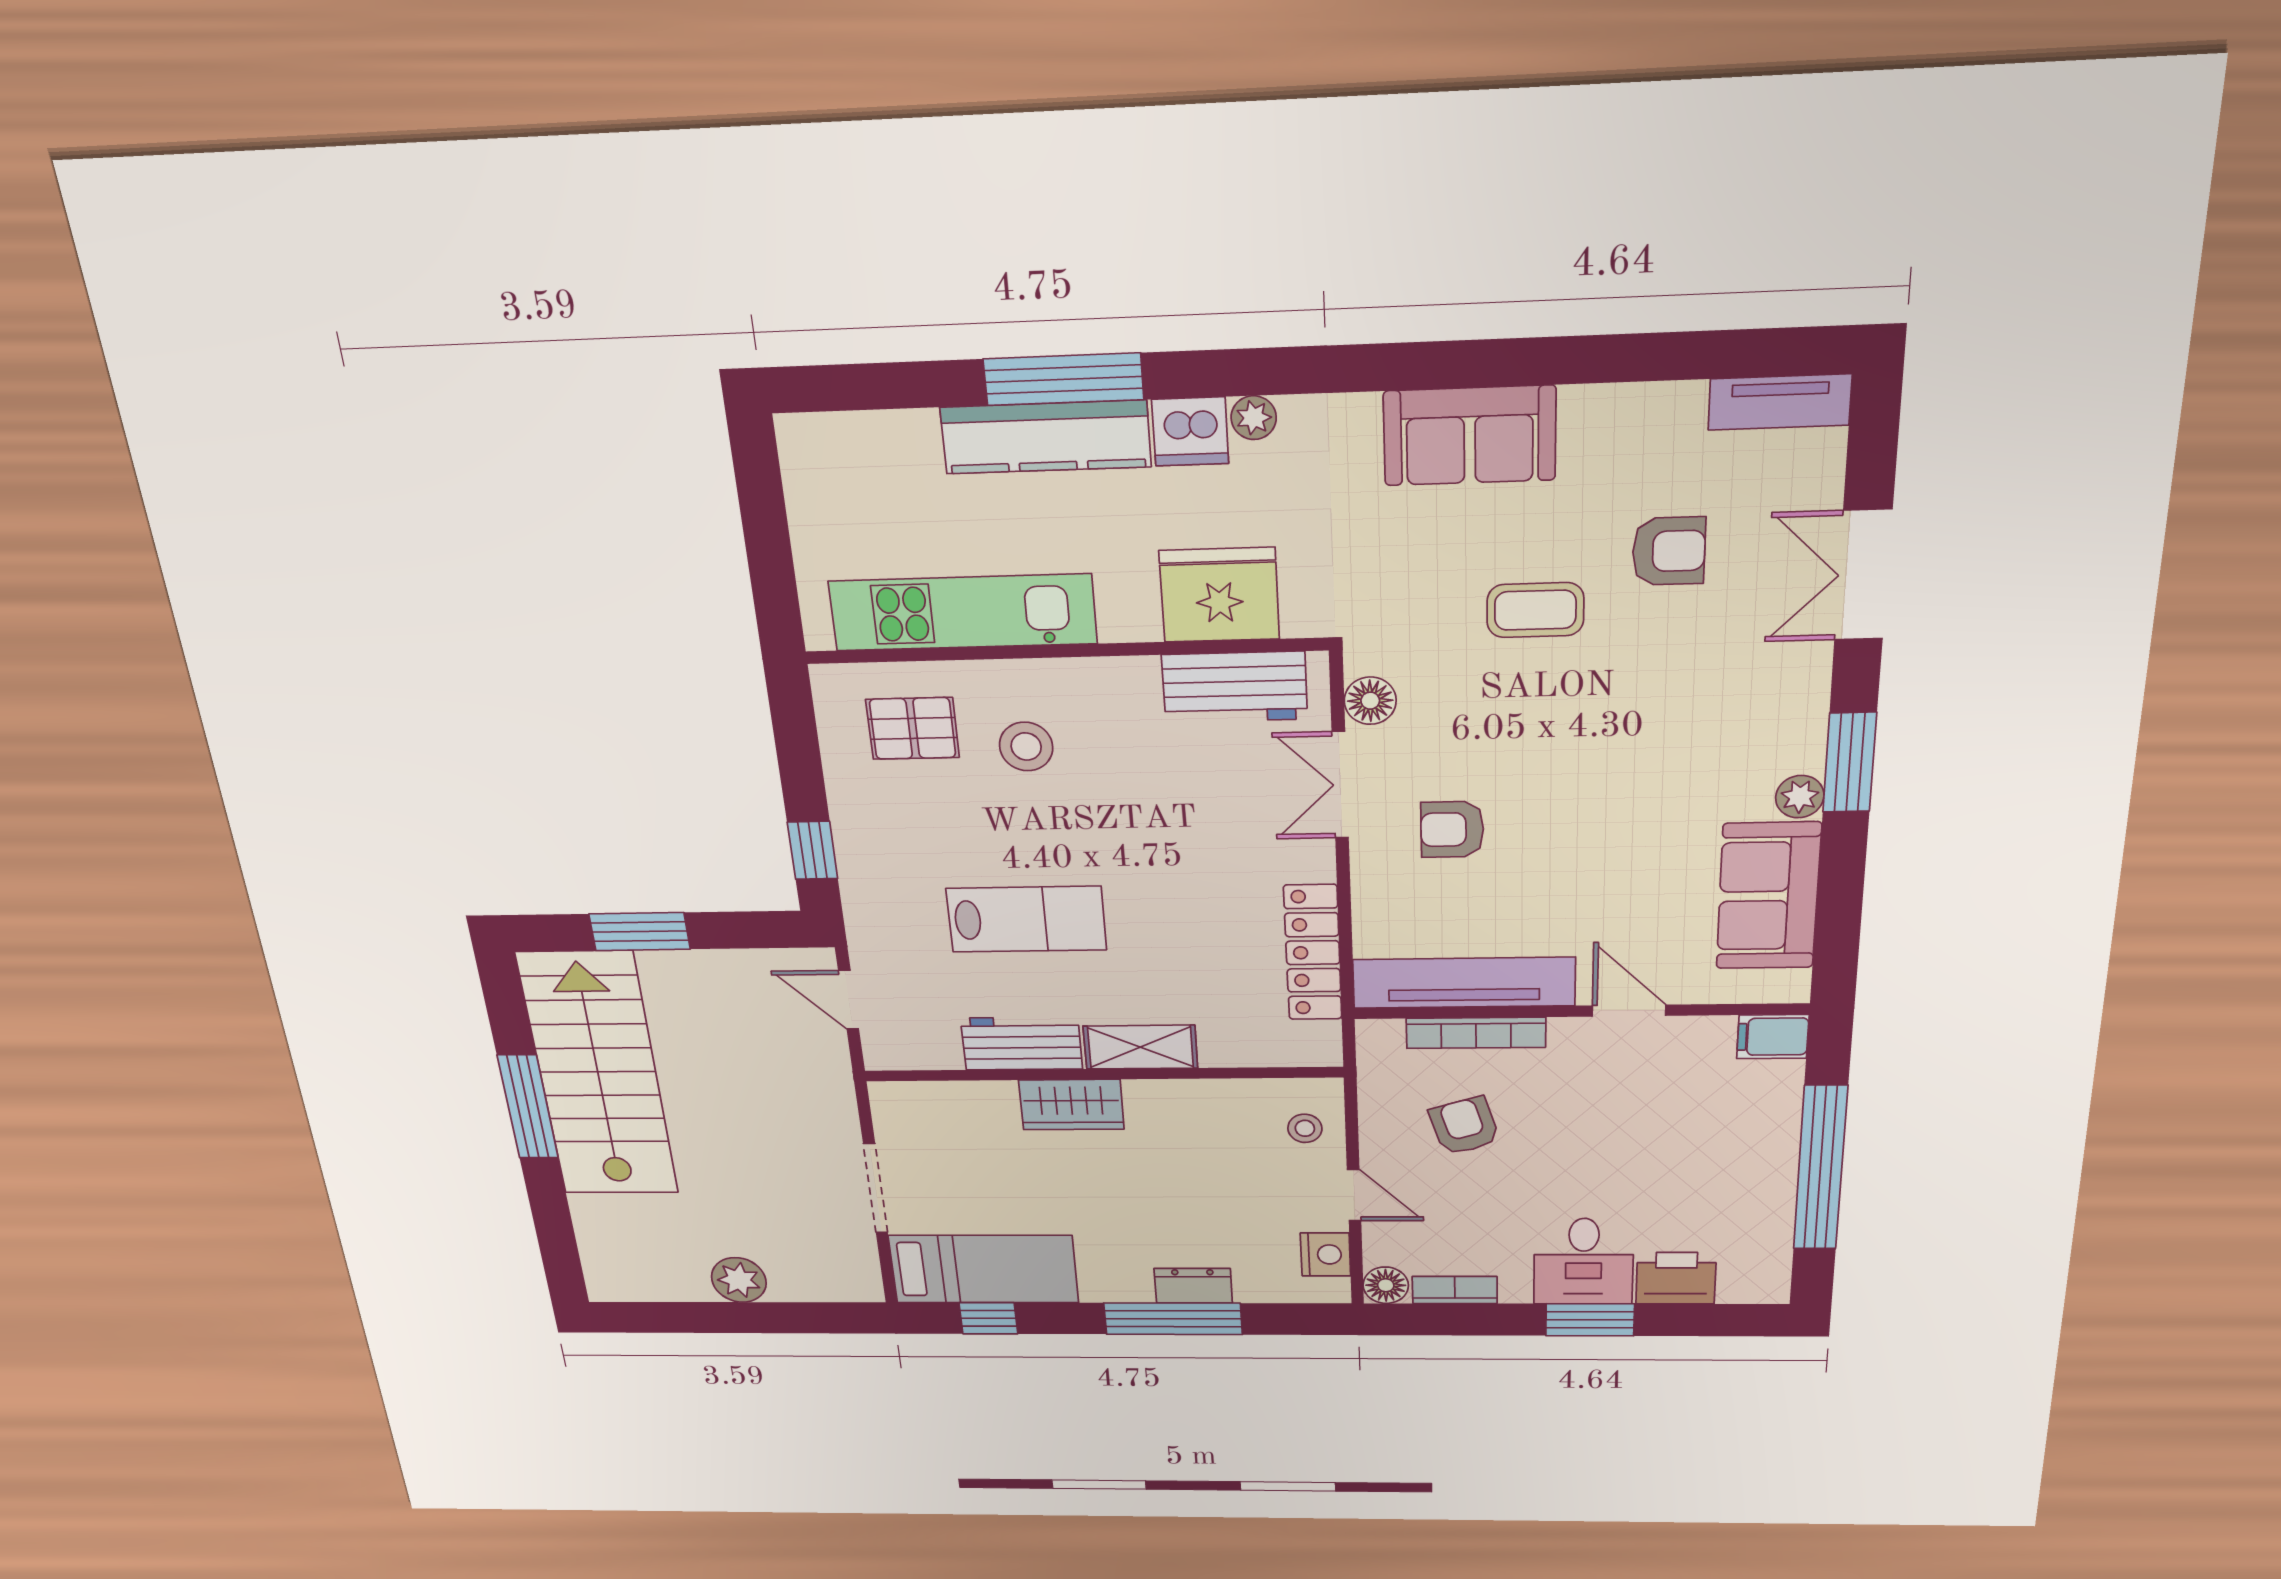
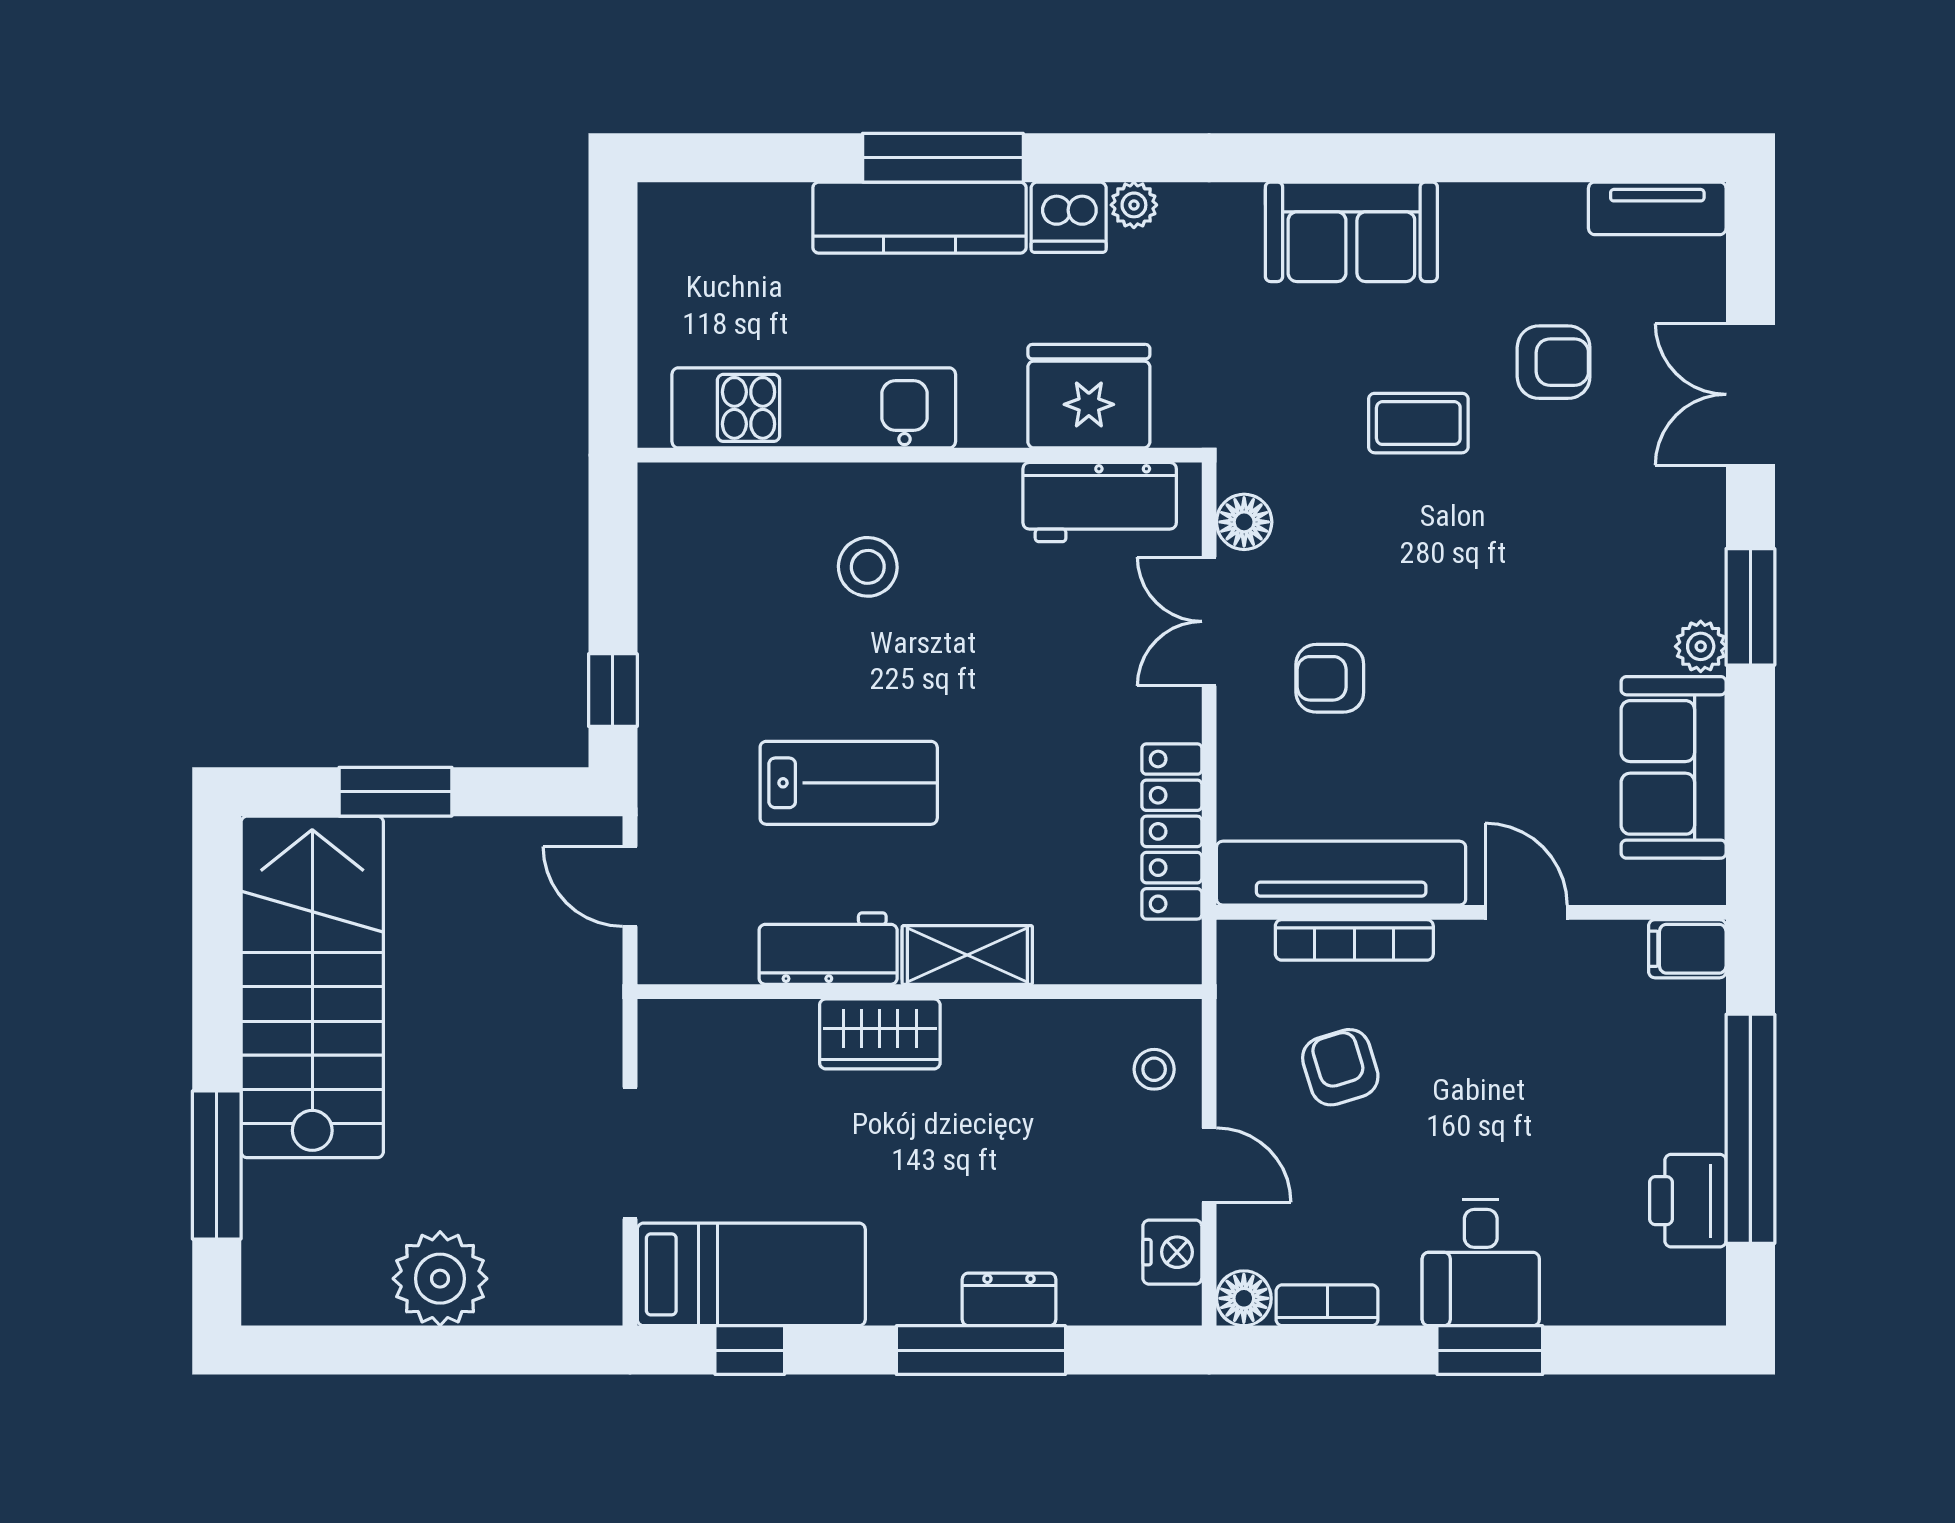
pallet: (913, 728) -> (744, 542), removed
window: (528, 1107) -> (217, 1165), moved
printer: (1676, 1278) -> (1688, 1201), moved, turned -90
plant: (739, 1280) -> (440, 1279), width x1.36, depth x1.36

